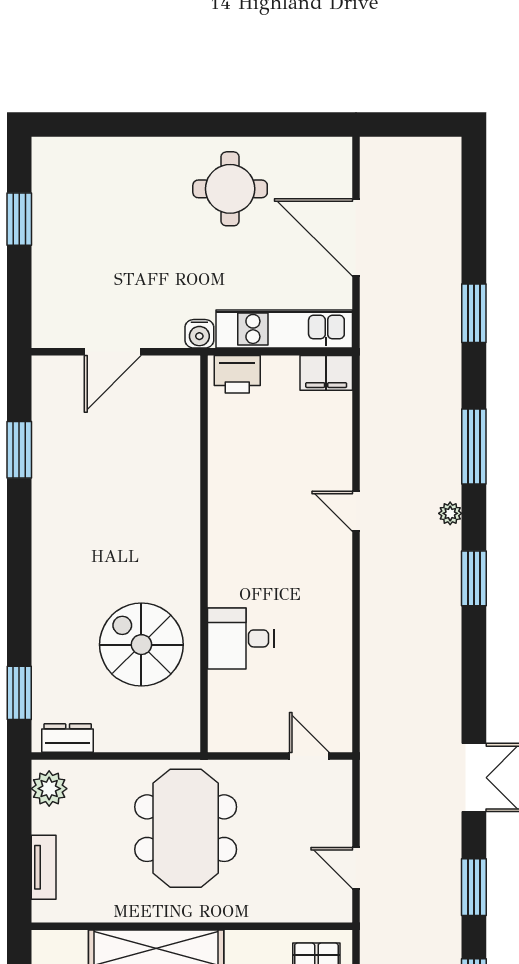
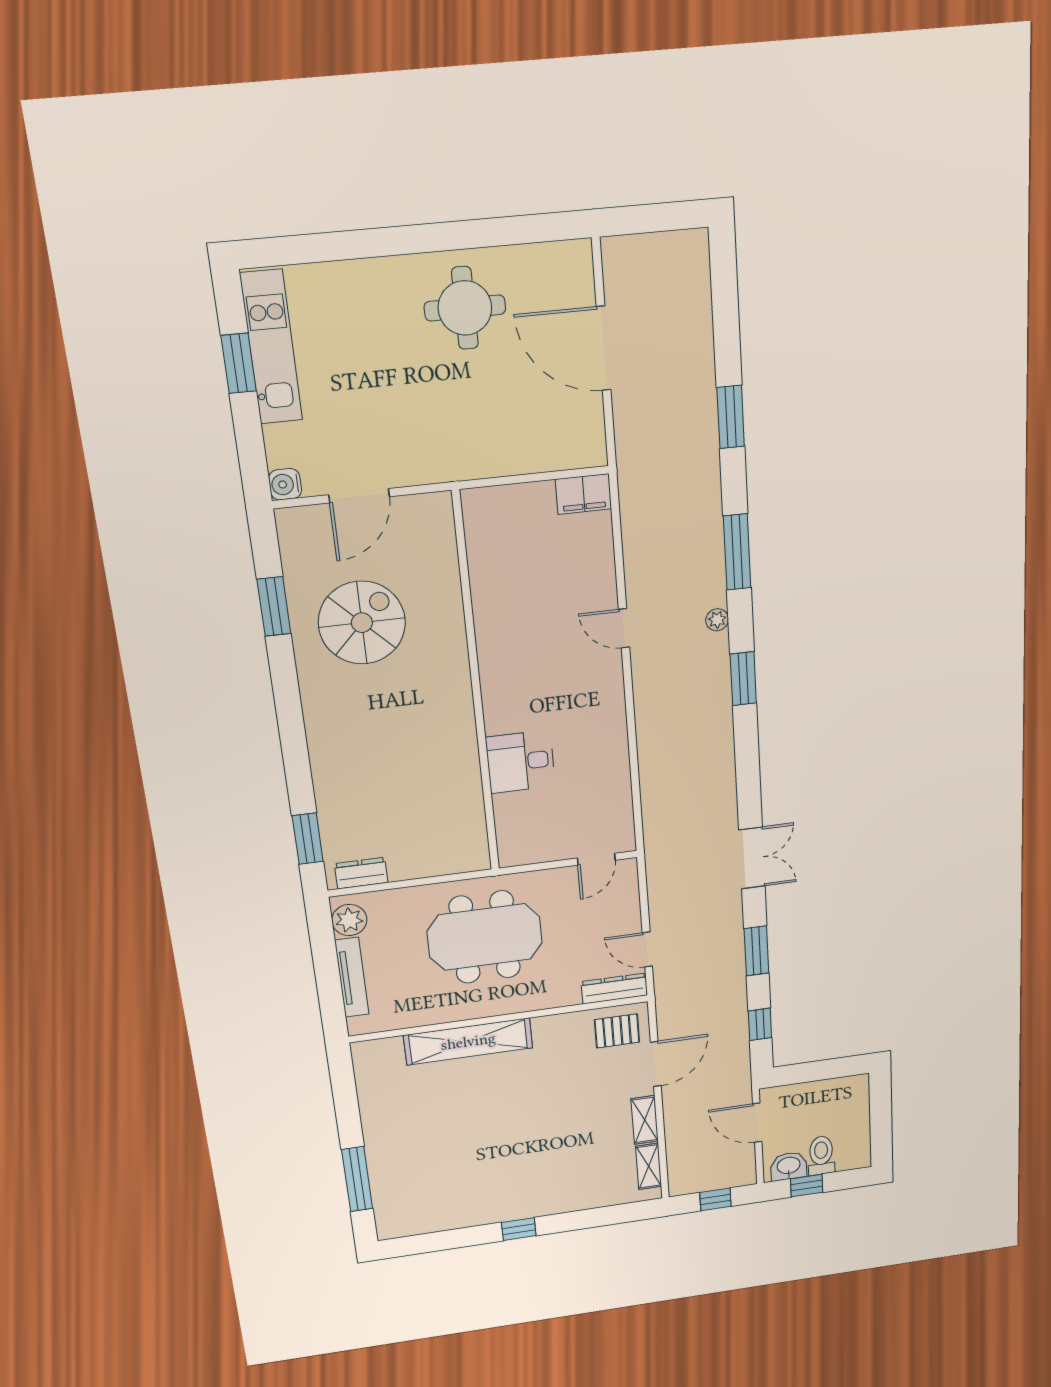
kitchen unit: (284, 329) -> (271, 347), moved, turned 90
water cooler: (199, 334) -> (285, 484), moved, turned 90
printer: (237, 374) -> (492, 505), removed
spiral stairs: (141, 645) -> (362, 623), moved, turned 90
door: (309, 756) -> (596, 859), swing flipped
meeting table: (186, 828) -> (485, 937), turned 90
tv unit: (44, 867) -> (352, 977), width x1.41
dresser: (317, 909) -> (614, 988), added

